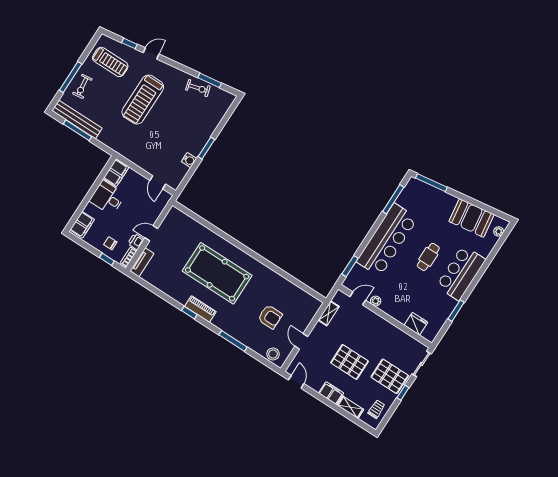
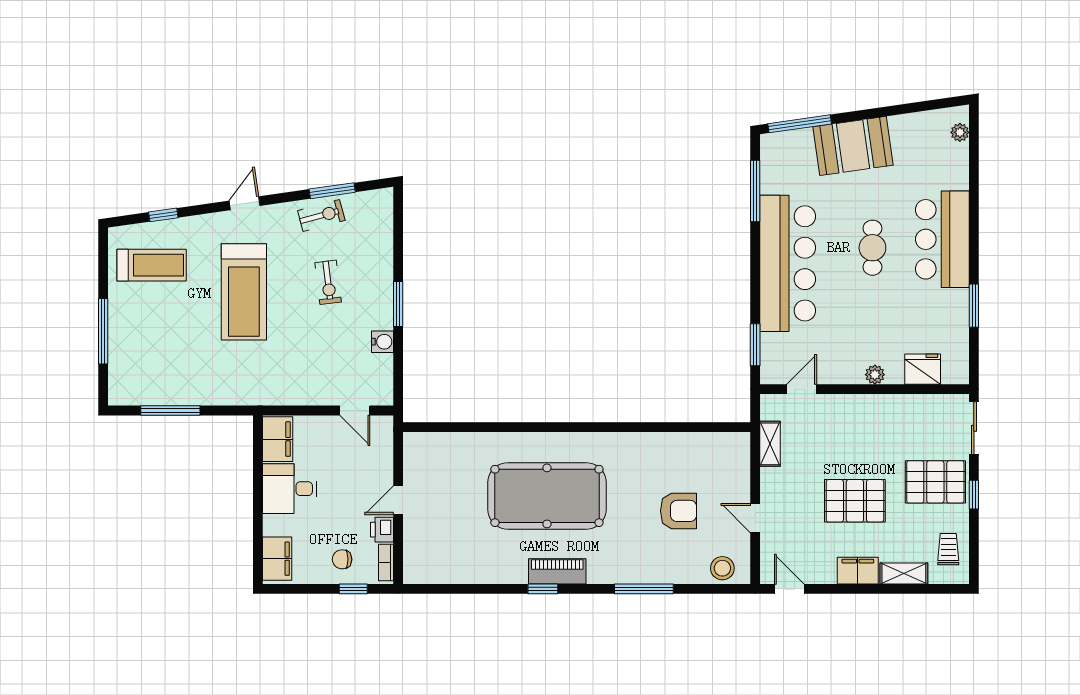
door: (151, 53) -> (245, 203), moved
exercise bike: (82, 86) -> (328, 282), moved
bench: (77, 119) -> (158, 393), removed
booth: (472, 218) -> (853, 146), moved
tv unit: (142, 262) -> (413, 557), removed
plant: (376, 301) -> (875, 375), moved

